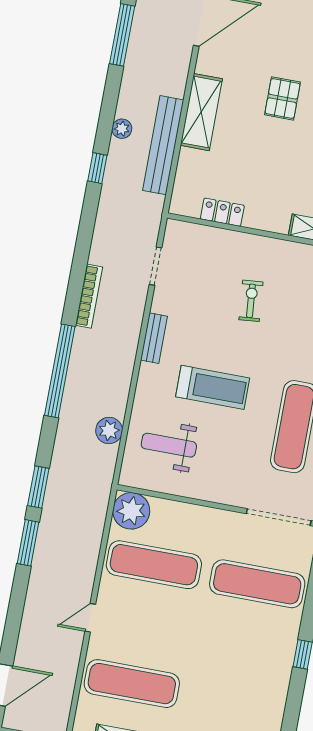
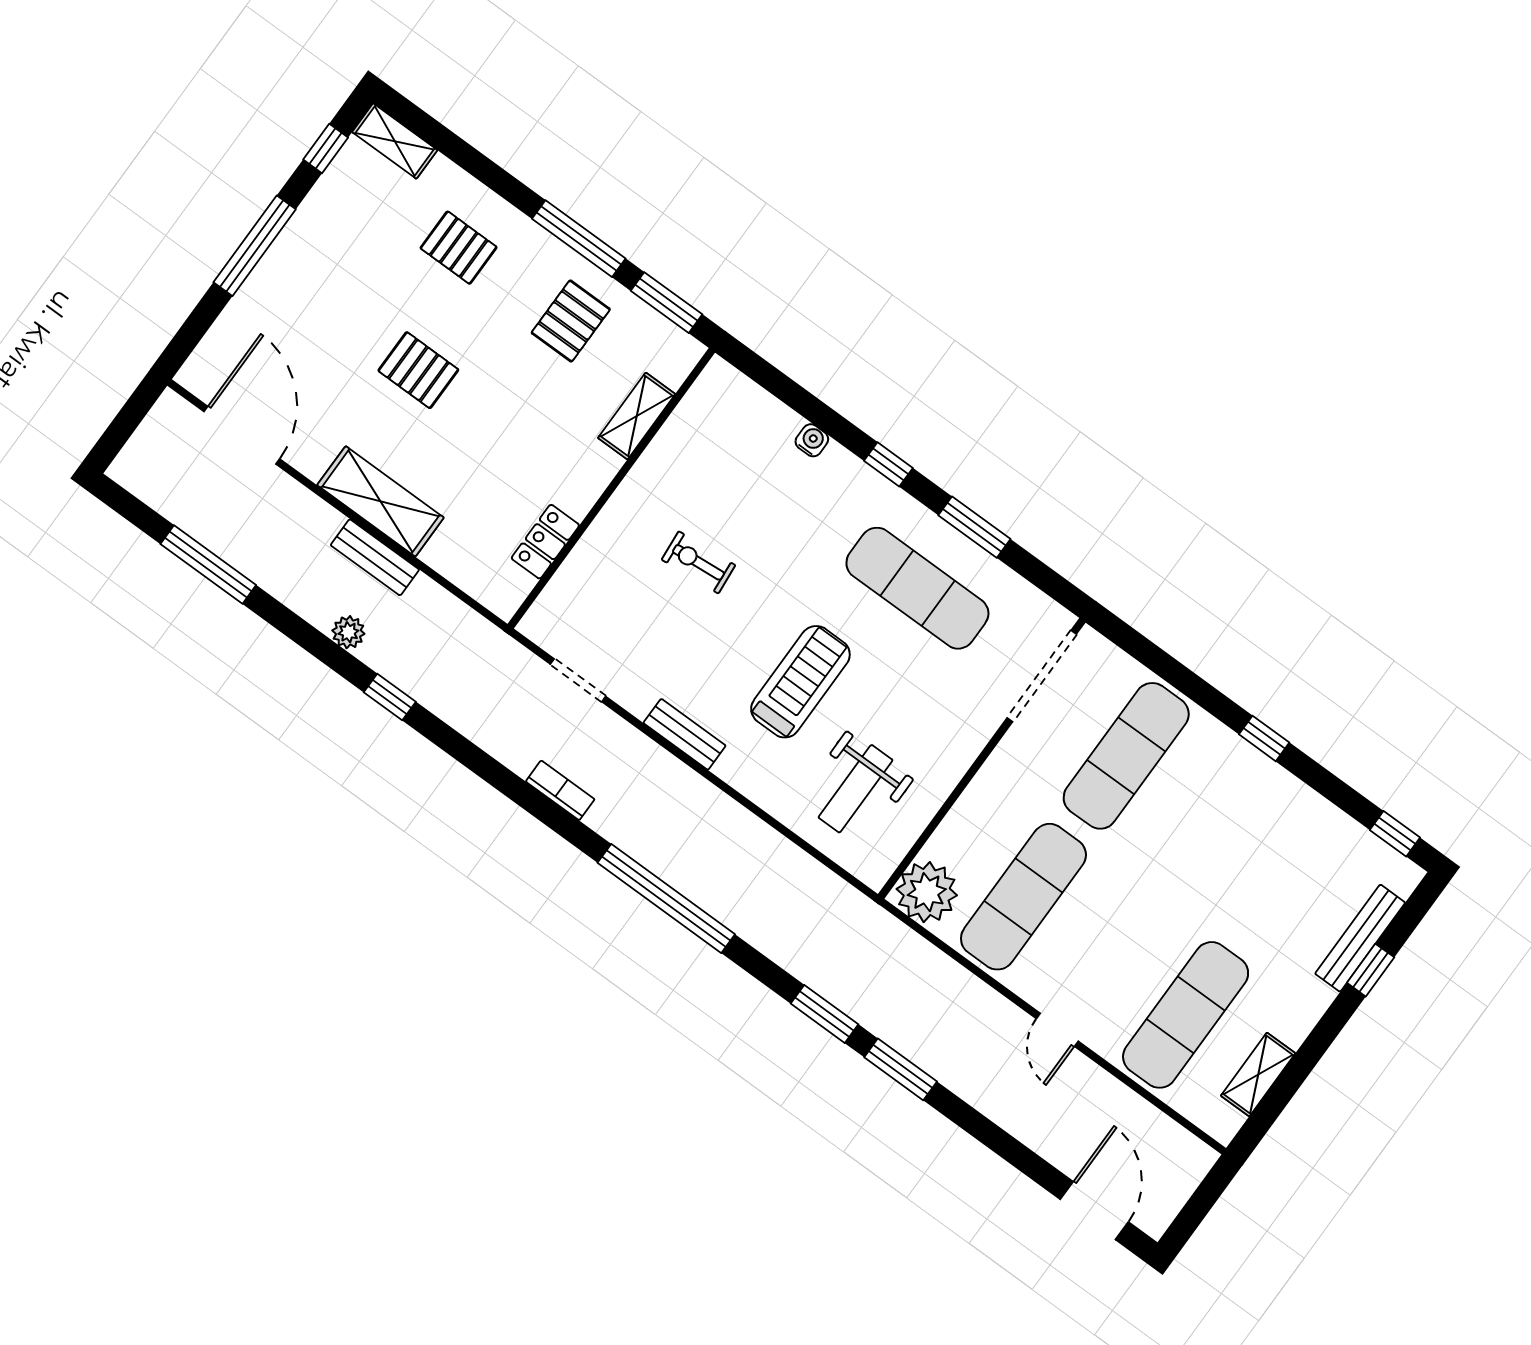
bench: (163, 145) -> (375, 557), width x0.54, depth x0.82
bookcase: (89, 296) -> (560, 790), width x0.64
plant: (109, 430) -> (791, 868), removed

